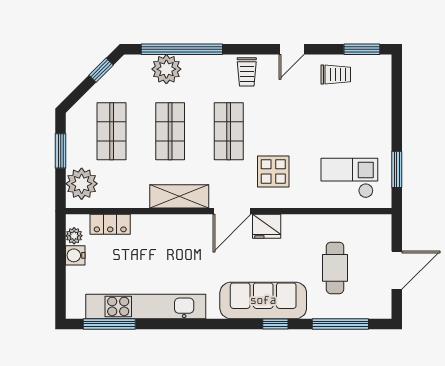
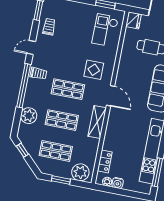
window: (182, 49) -> (24, 86), moved
door: (292, 49) -> (31, 47), swing flipped
fridge: (267, 226) -> (134, 20), moved

